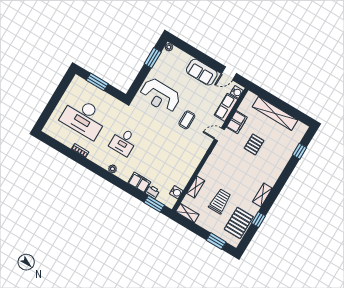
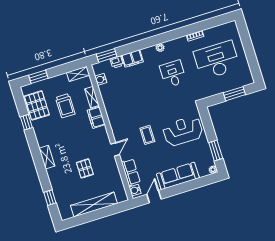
sofa: (202, 72) -> (178, 176), width x1.36
filing cabinet: (237, 122) -> (96, 117), moved
shelving: (262, 195) -> (47, 157), moved

